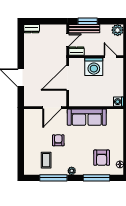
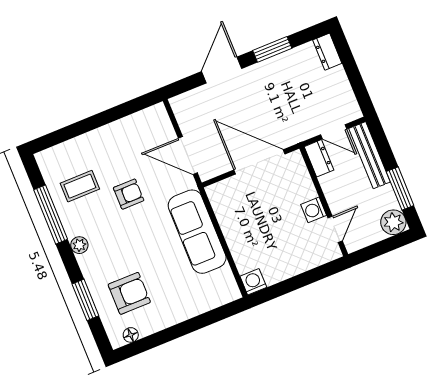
window: (88, 21) -> (400, 188), moved
window: (21, 52) -> (272, 49), added
washing machine: (94, 67) -> (314, 210), width x0.53, depth x0.53
armchair: (102, 158) -> (129, 293), turned 180
window: (97, 178) -> (85, 300), width x0.69

